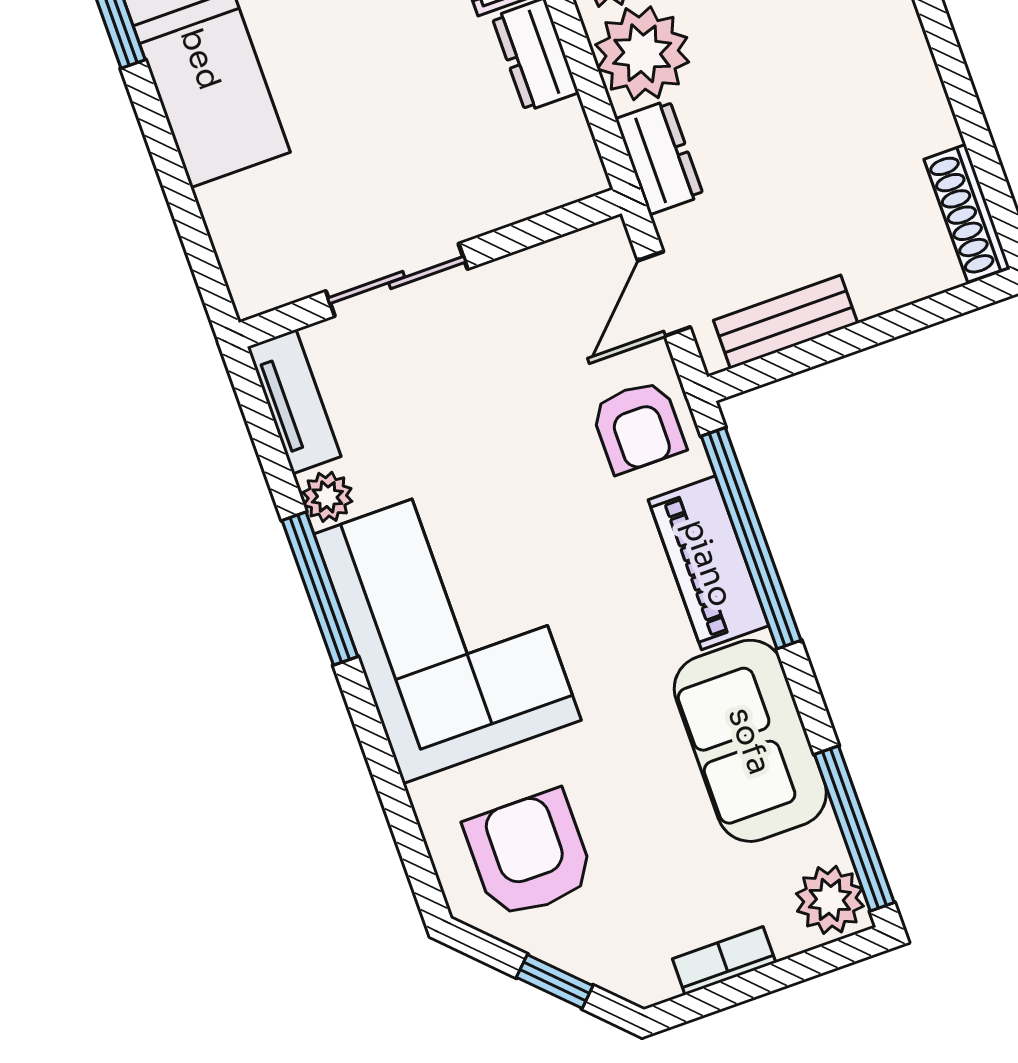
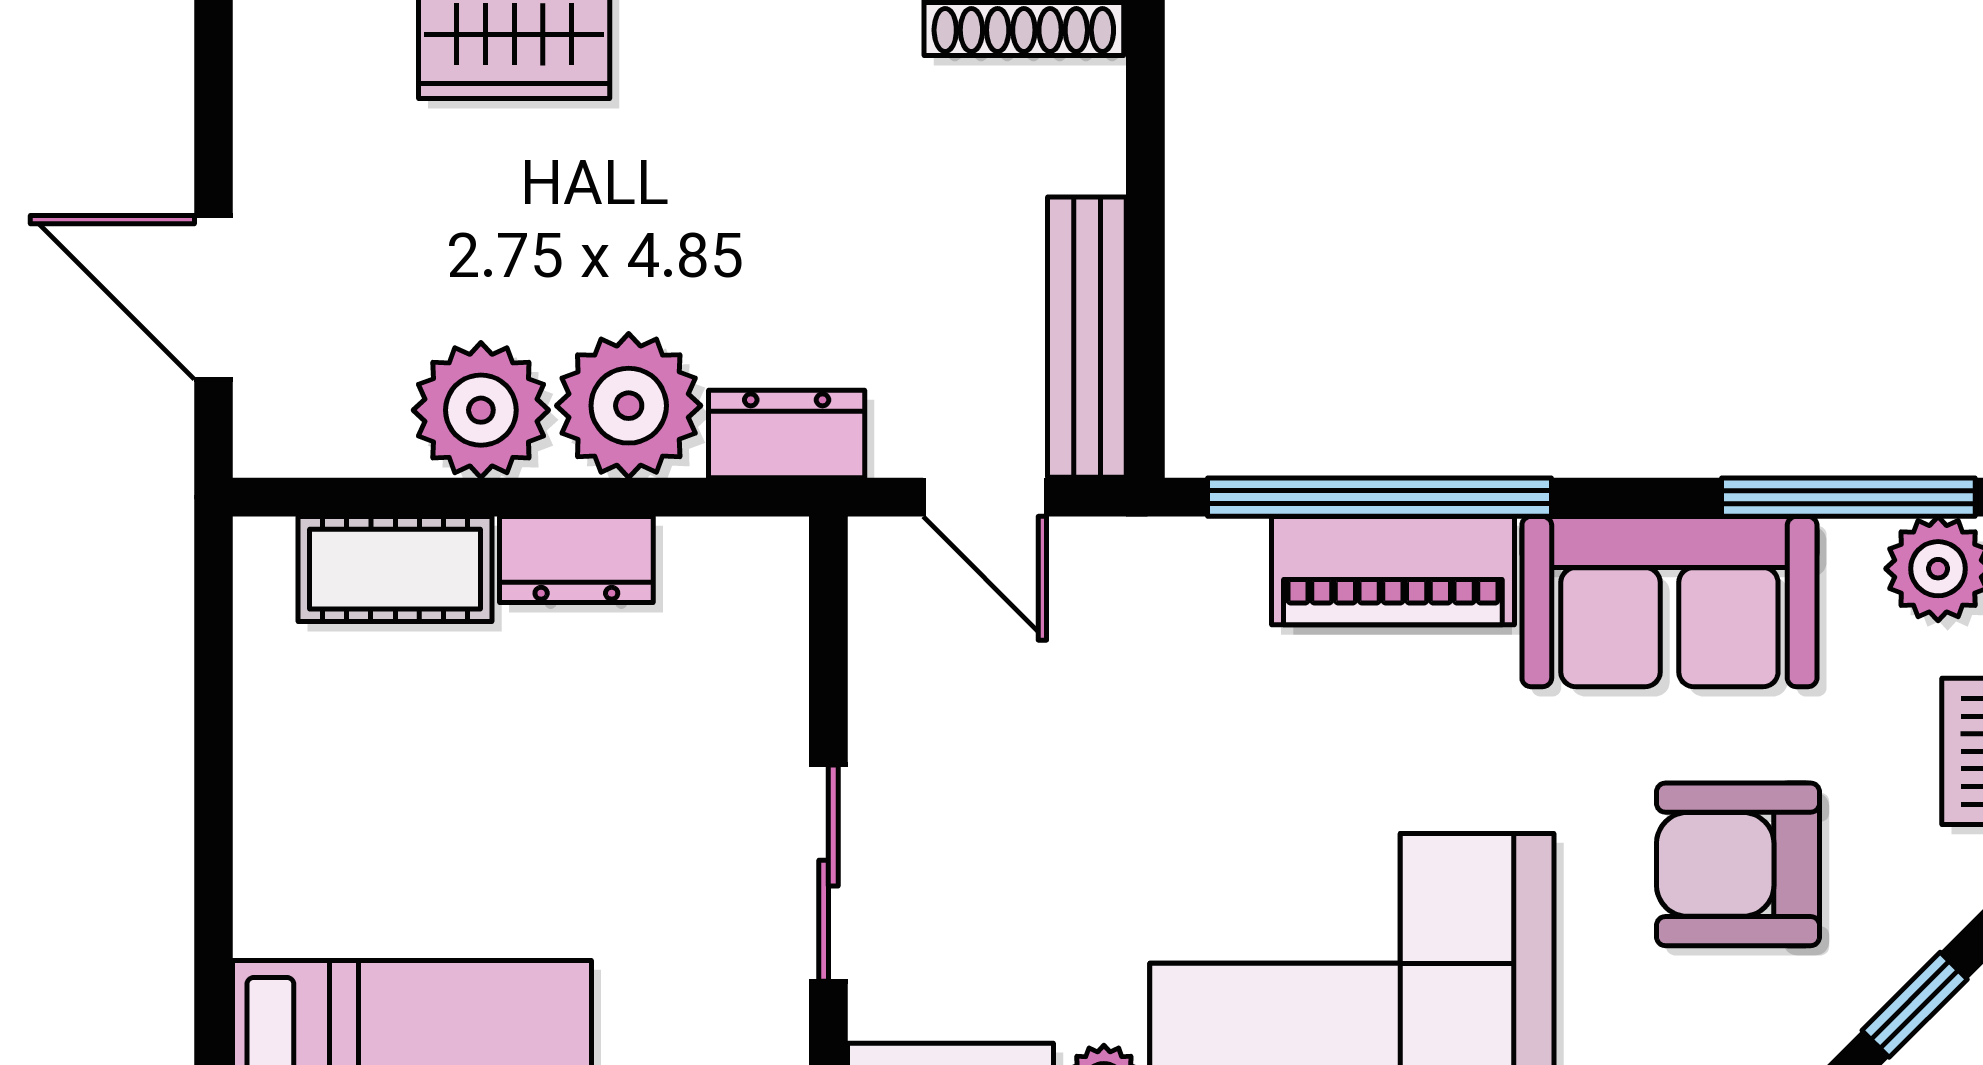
bench: (786, 322) -> (1087, 337), width x1.36
armchair: (638, 427) -> (1162, 602), removed
armchair: (529, 854) -> (1738, 864), moved

